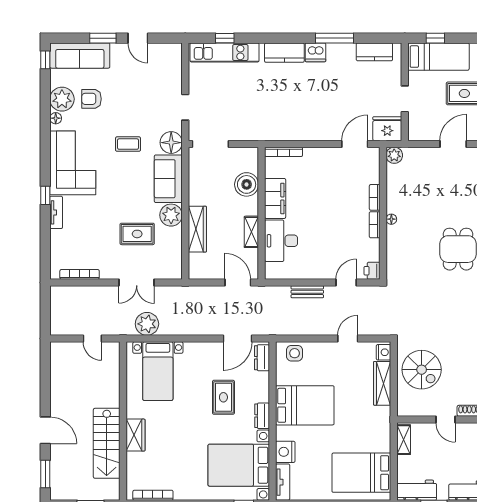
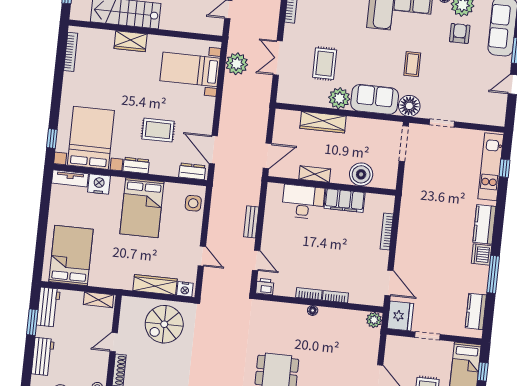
bookcase: (284, 152) -> (387, 231), moved

